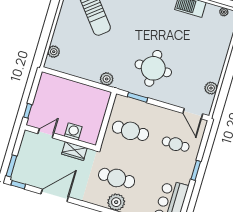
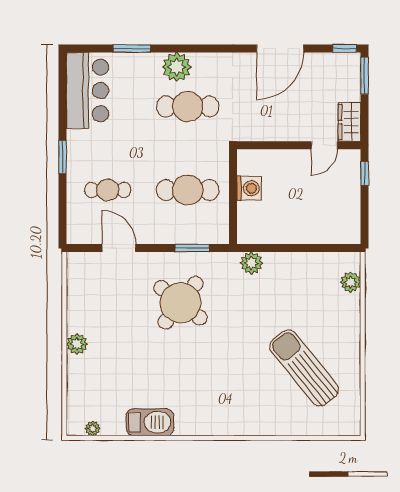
round table: (153, 68) -> (180, 303), turned 38
plant: (211, 88) -> (77, 344), moved
door: (193, 114) -> (119, 248), moved
washing machine: (73, 132) -> (249, 188), moved, turned -90
wardrobe: (74, 151) -> (350, 122), moved, turned -90

